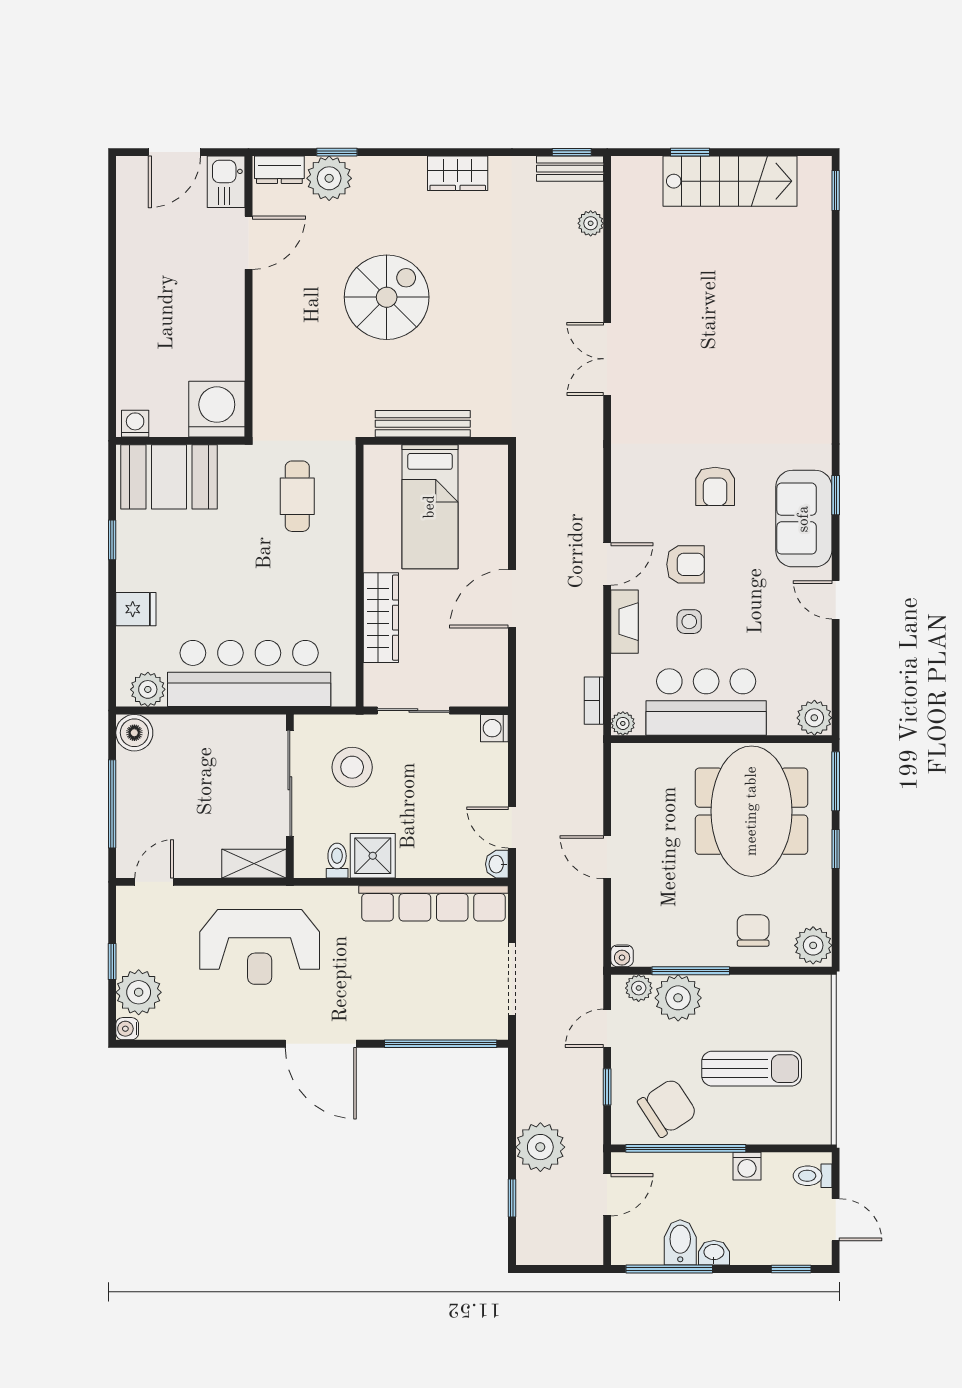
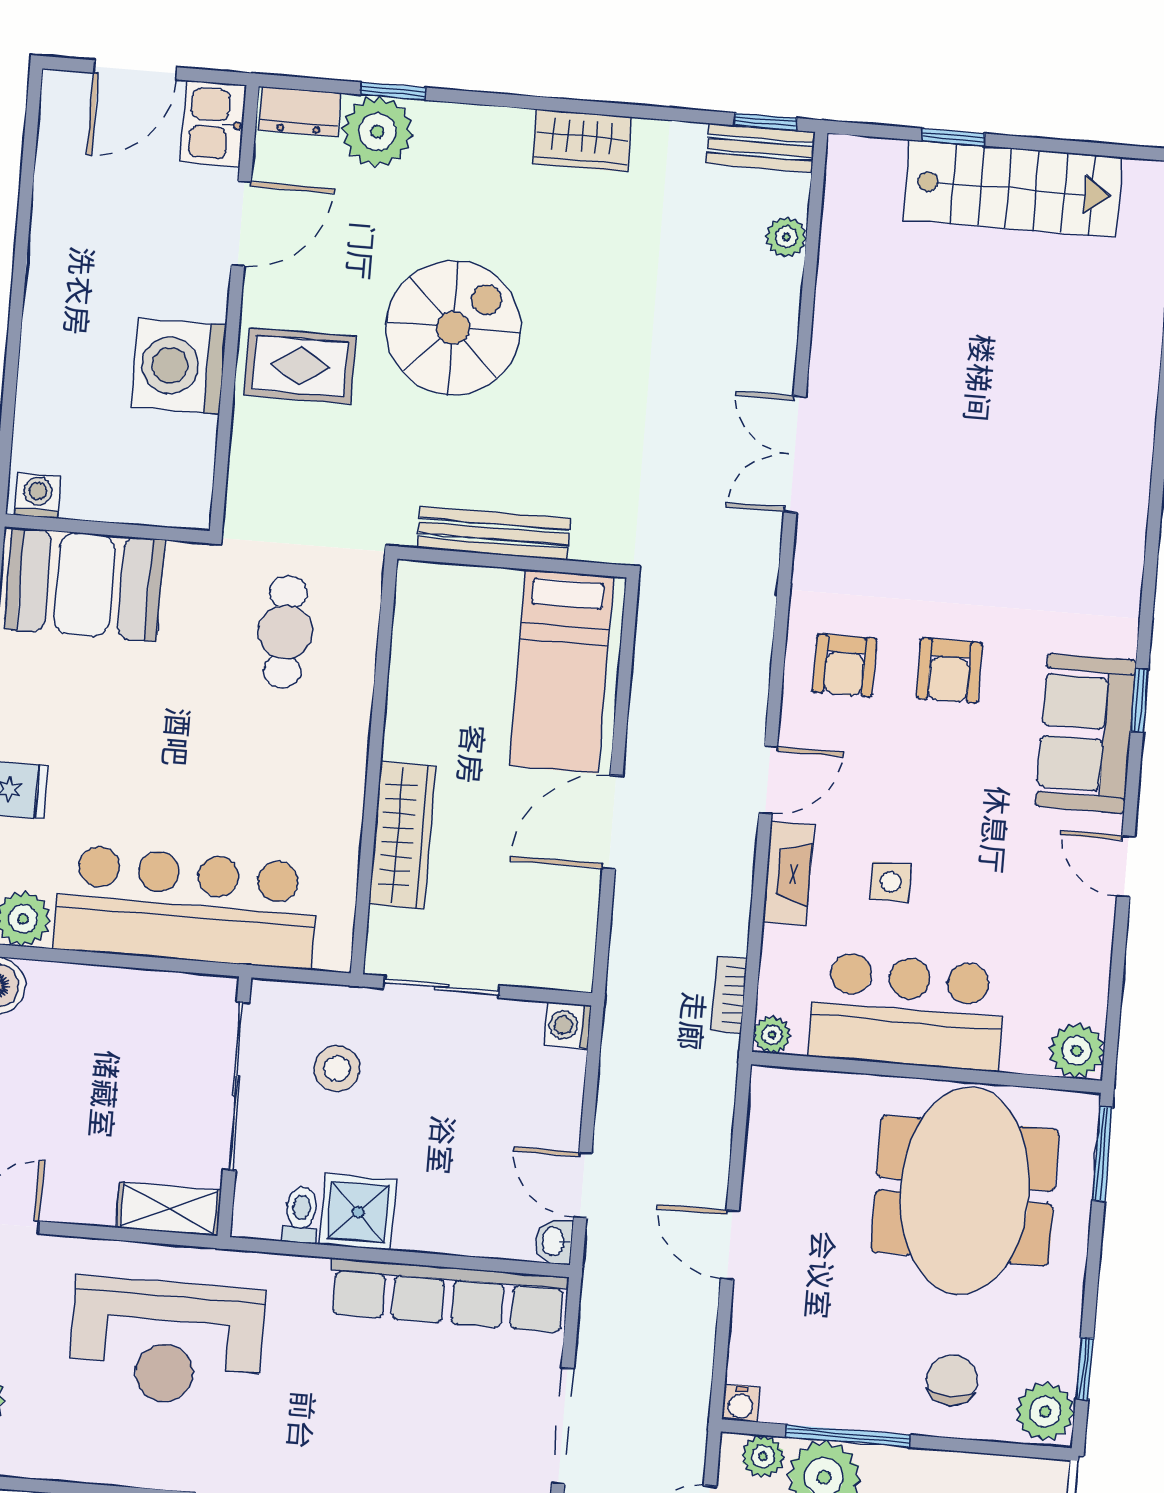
rug: (293, 329) -> (300, 366), added
washing machine: (217, 409) -> (179, 366), moved, turned -90
bed: (430, 507) -> (562, 671), moved
armchair: (686, 564) -> (845, 665), moved, turned 90
stool: (352, 767) -> (337, 1069), width x0.73, depth x0.73
window: (836, 849) -> (1085, 1369), moved

